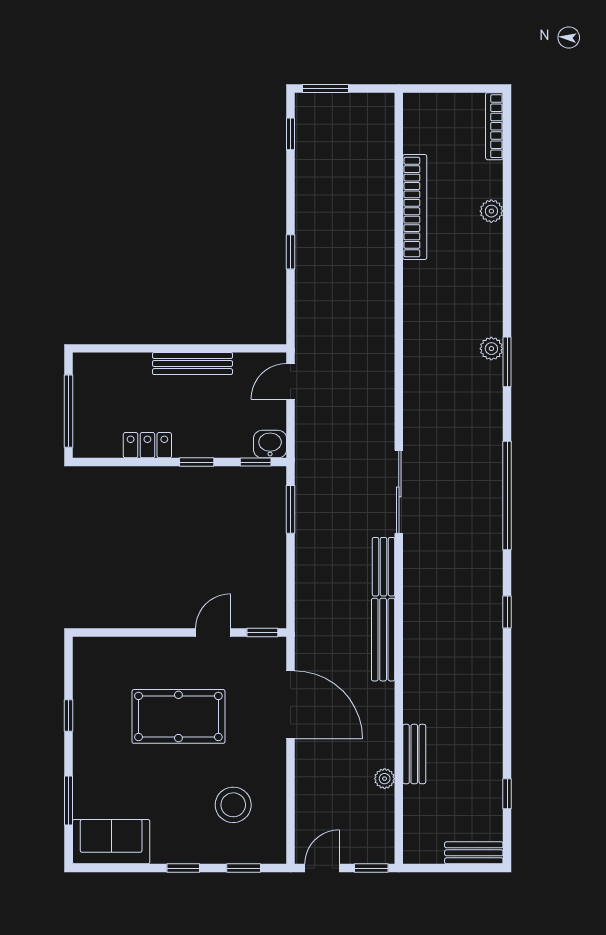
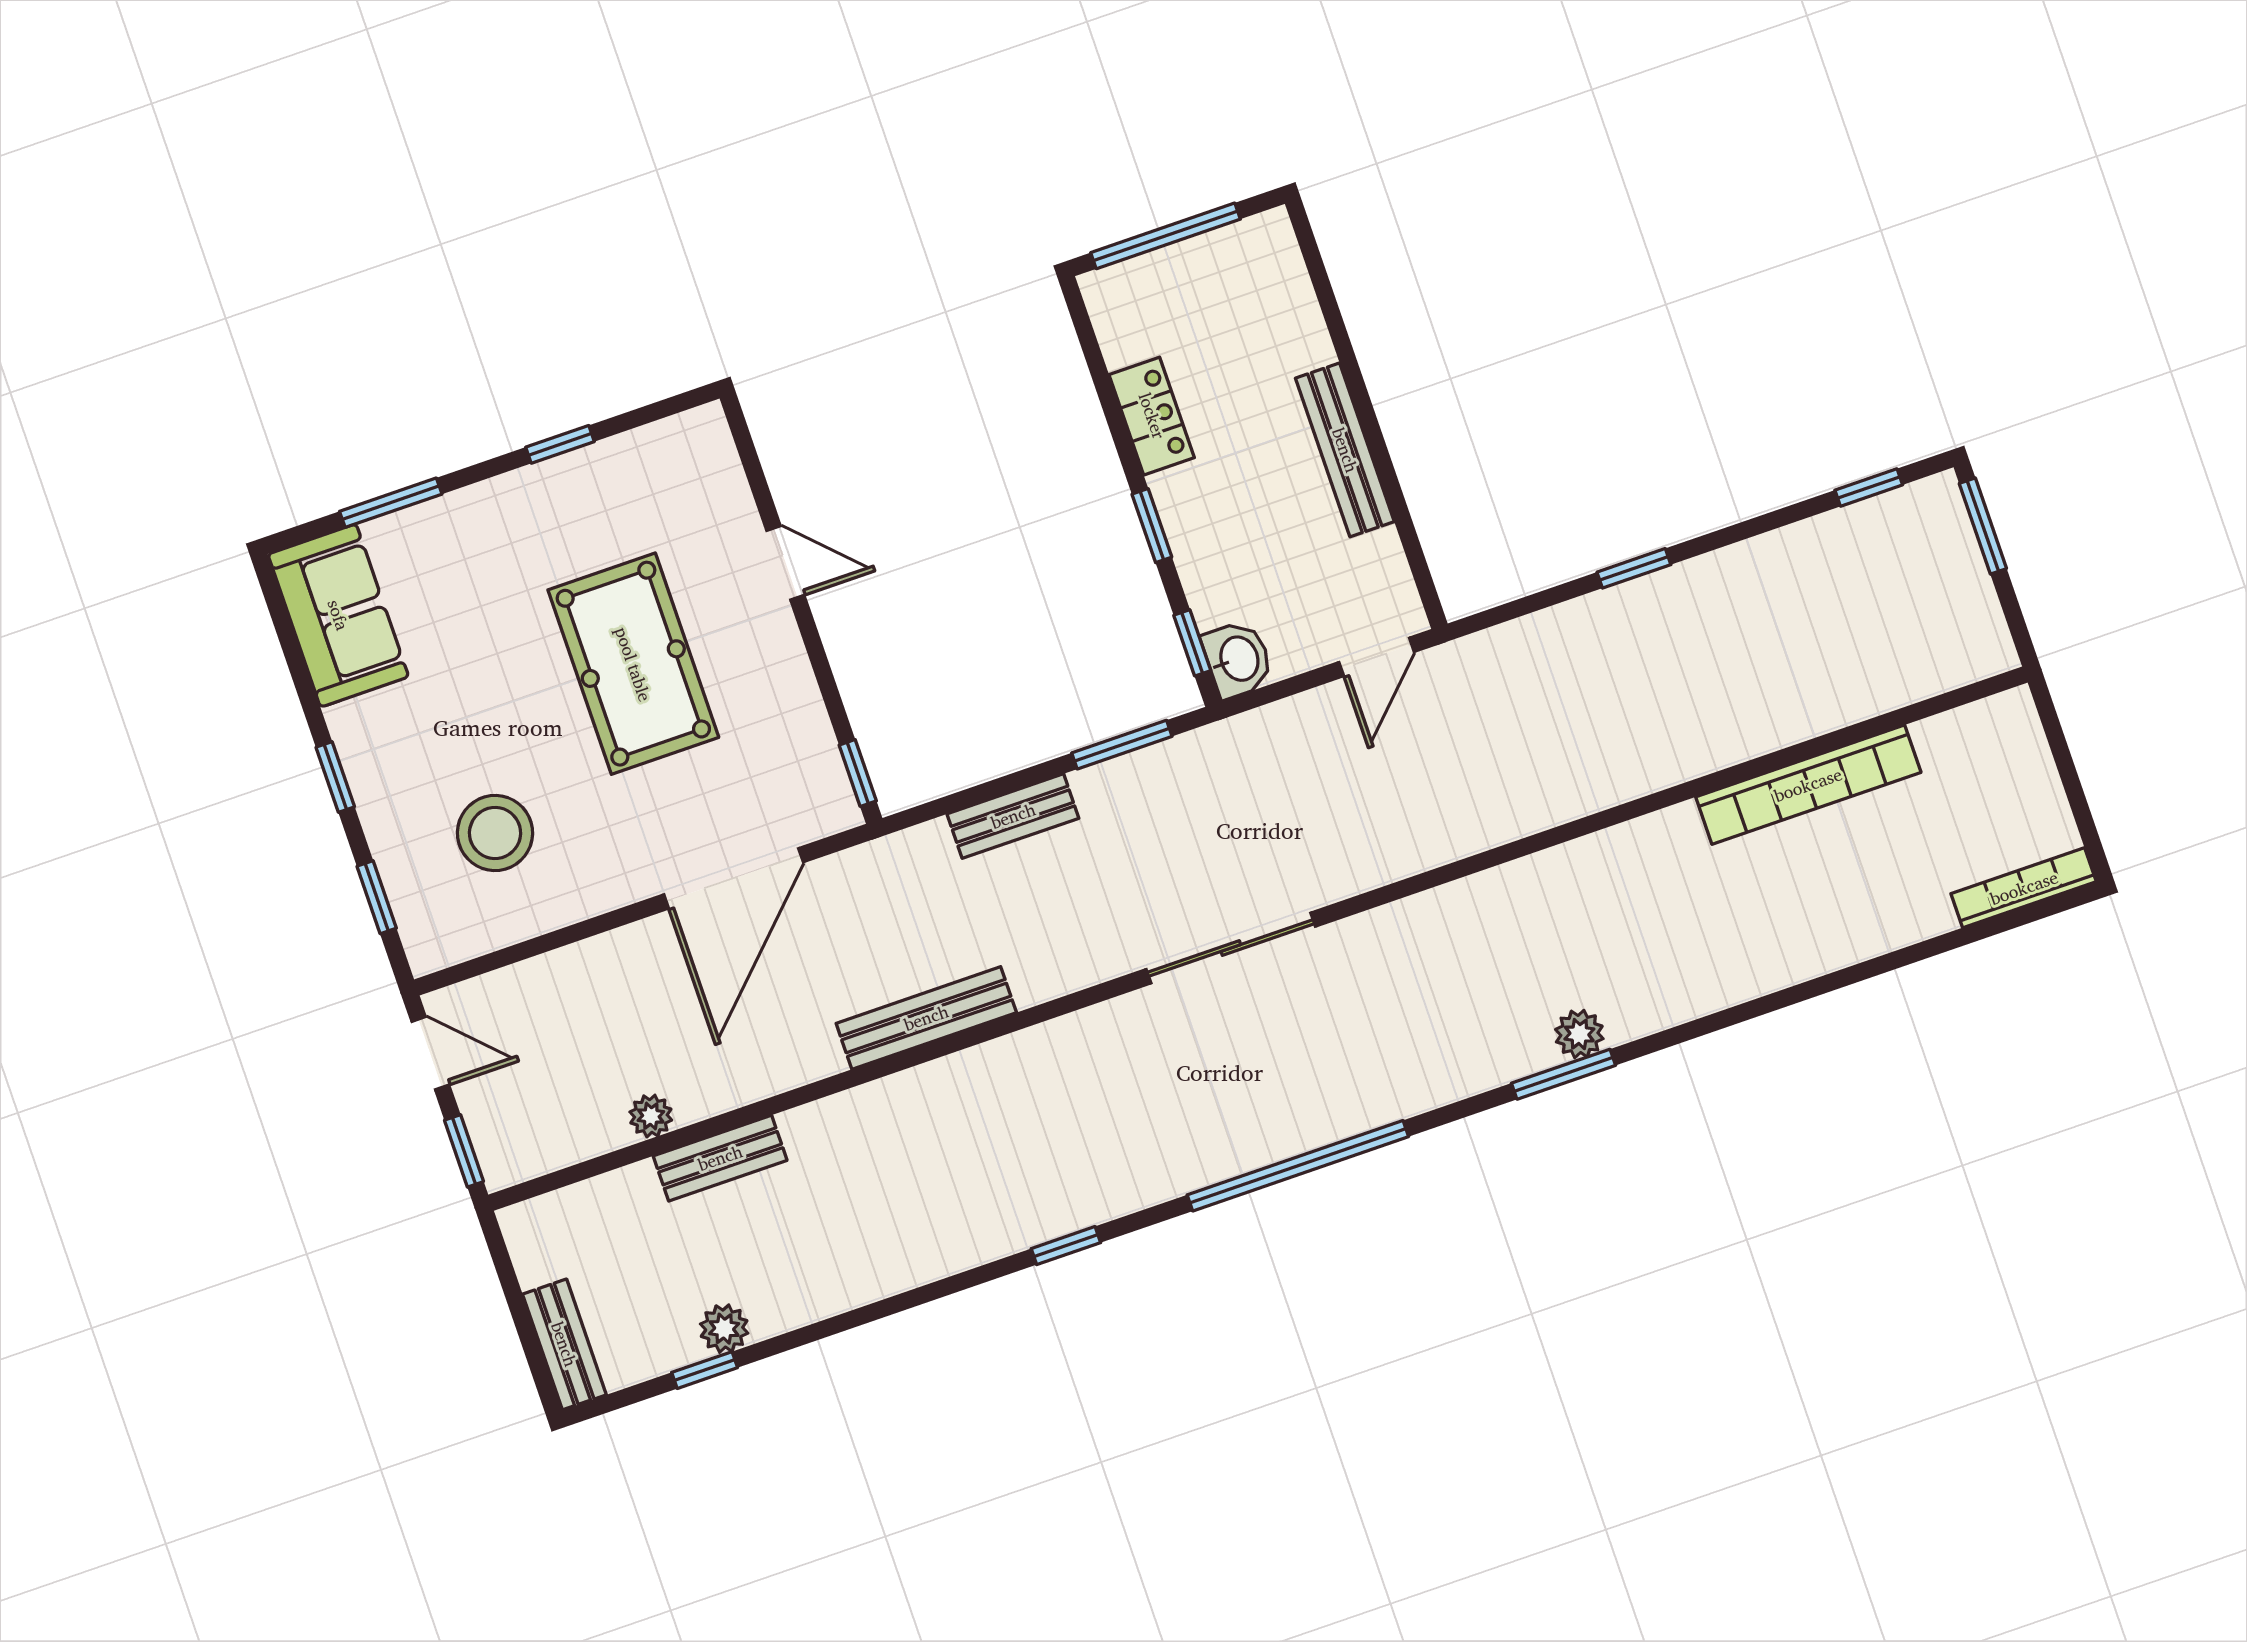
plant: (491, 211) -> (724, 1329), moved
door: (290, 381) -> (1377, 657), swing flipped
bench: (383, 567) -> (1013, 816), moved
door: (213, 633) -> (785, 563), moved

